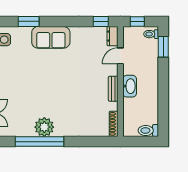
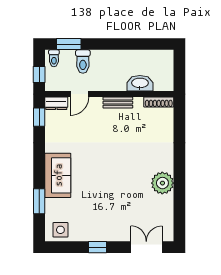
door: (120, 56) -> (79, 94), hinge flipped
washbasin: (130, 86) -> (140, 83), moved
toilet: (148, 130) -> (83, 62), moved
window: (39, 142) -> (179, 189), removed

